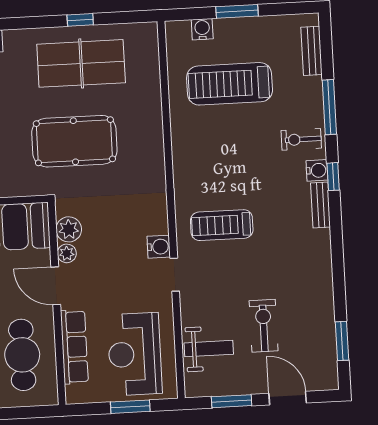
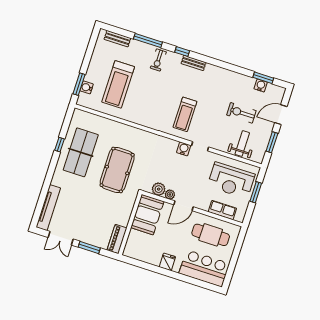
window: (237, 11) -> (79, 84), moved
water cooler: (317, 170) -> (261, 85), moved
row of seats: (74, 347) -> (222, 210), width x0.68

